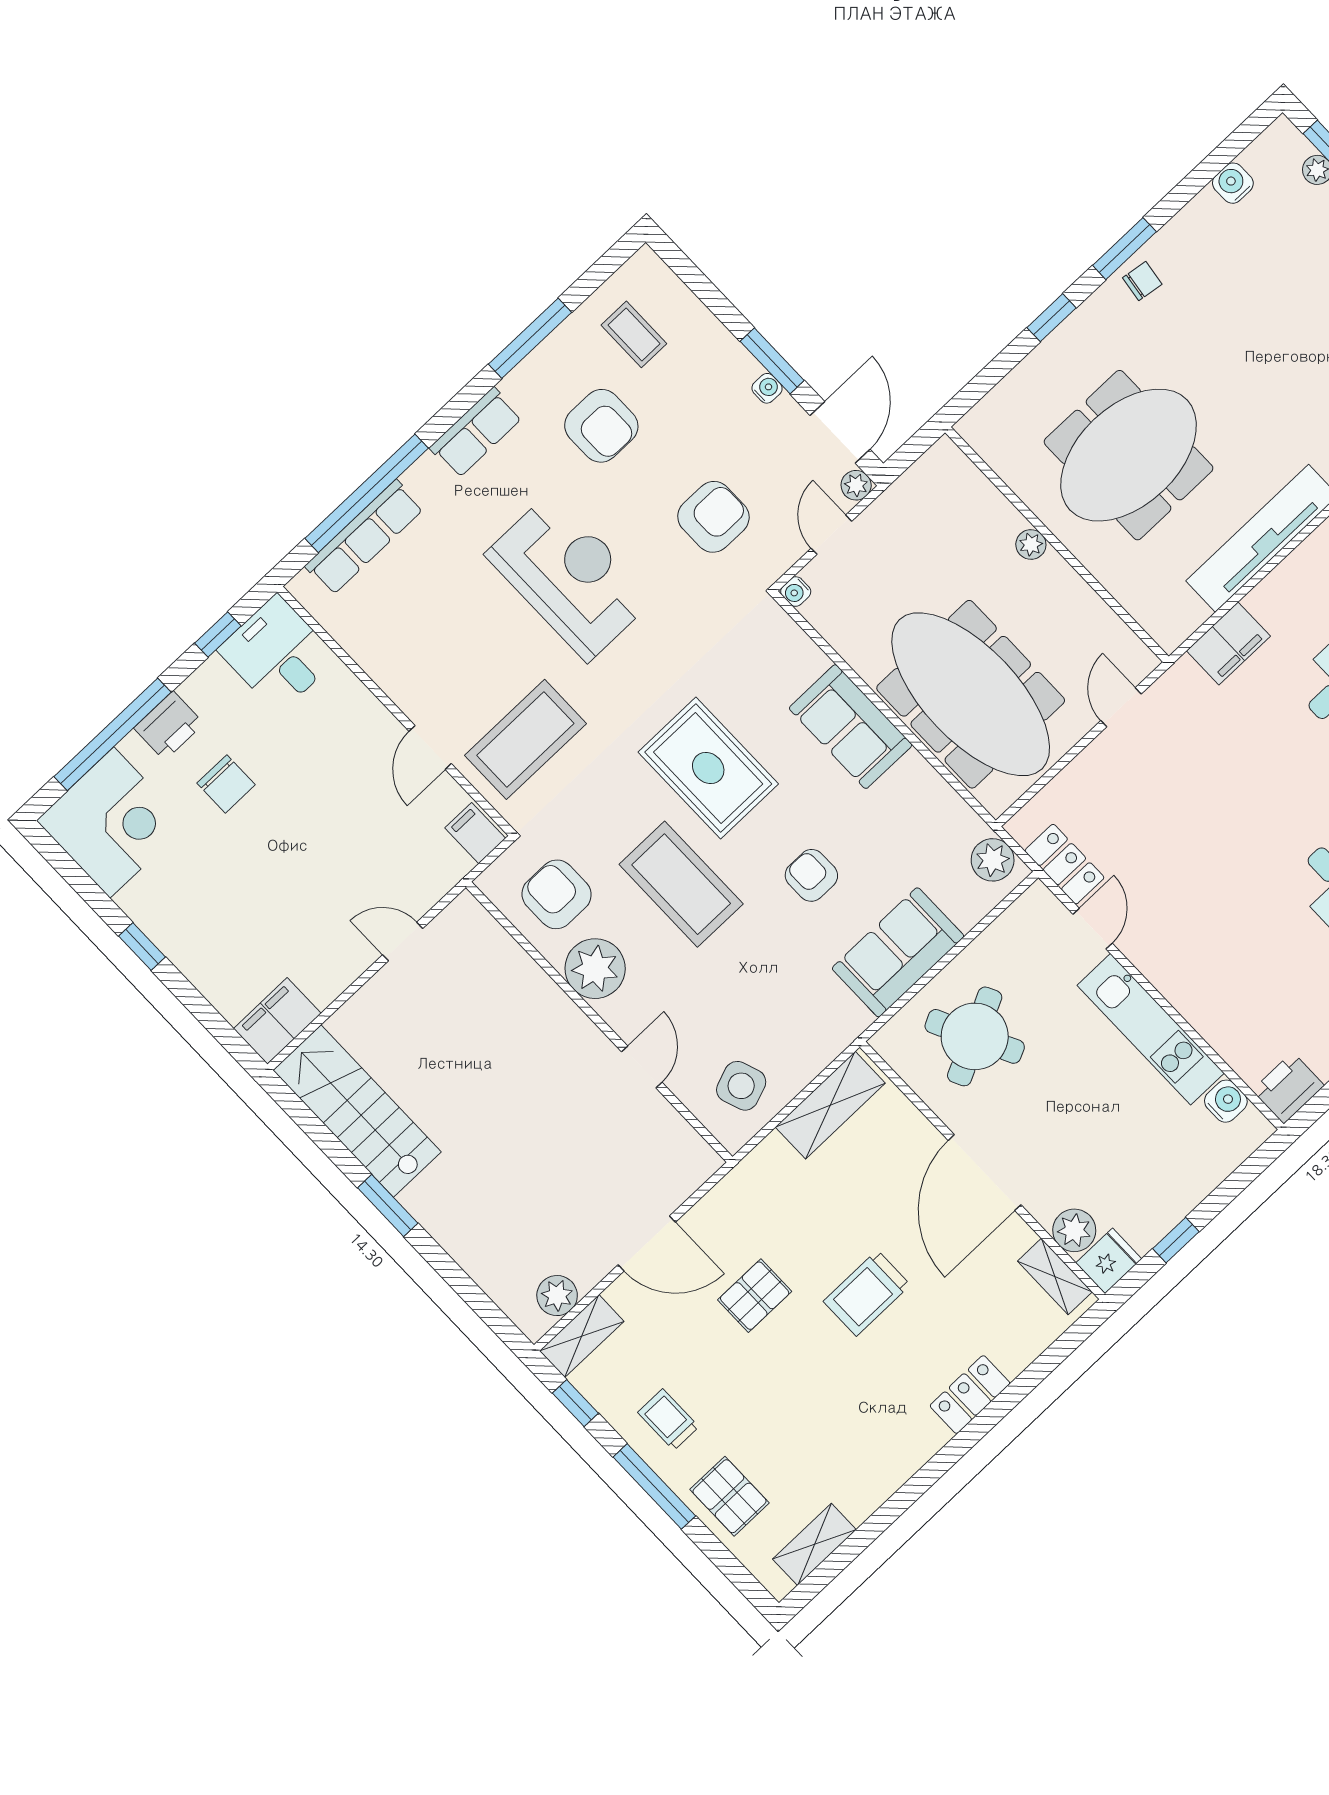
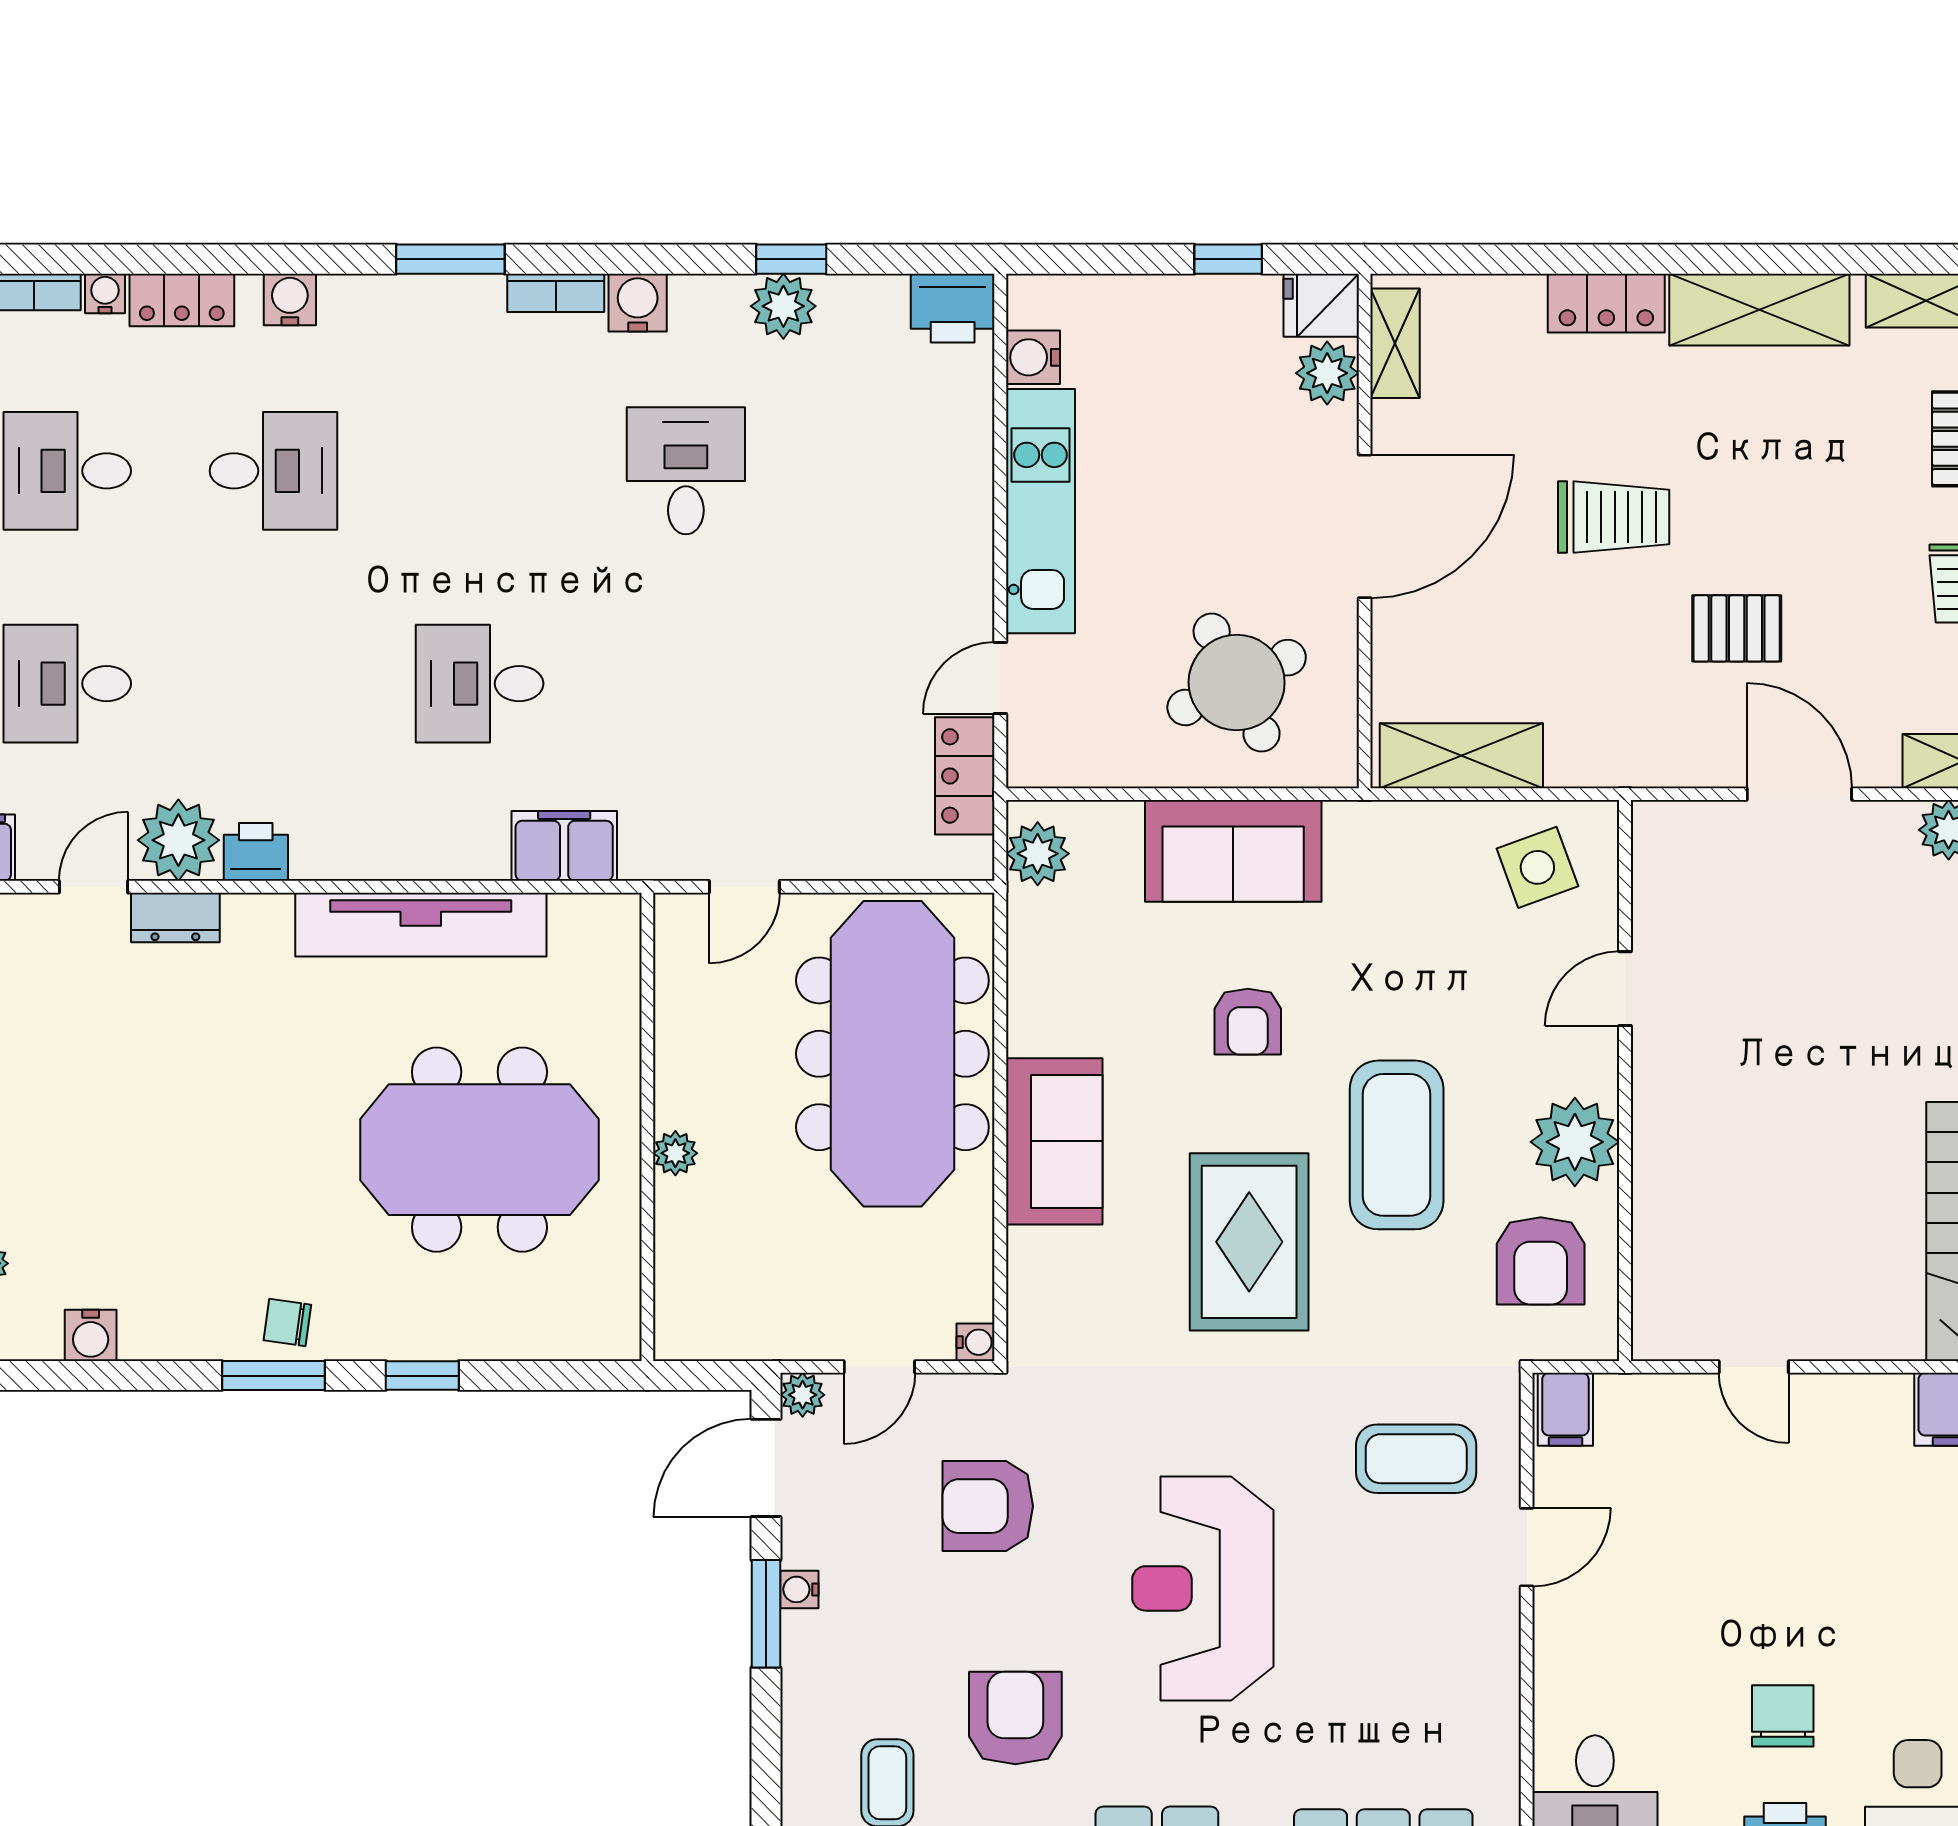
coffee table: (525, 739) -> (1416, 1459), width x0.73, depth x0.76
shelving: (892, 1463) -> (1759, 310), added

